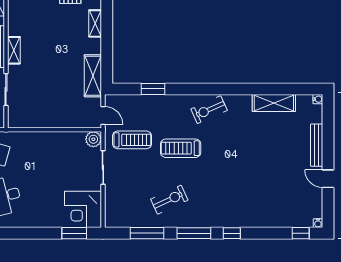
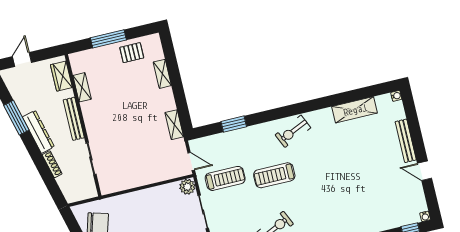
shelving: (14, 50) -> (82, 87), moved
shelving: (93, 76) -> (174, 125), width x0.67, depth x0.75

